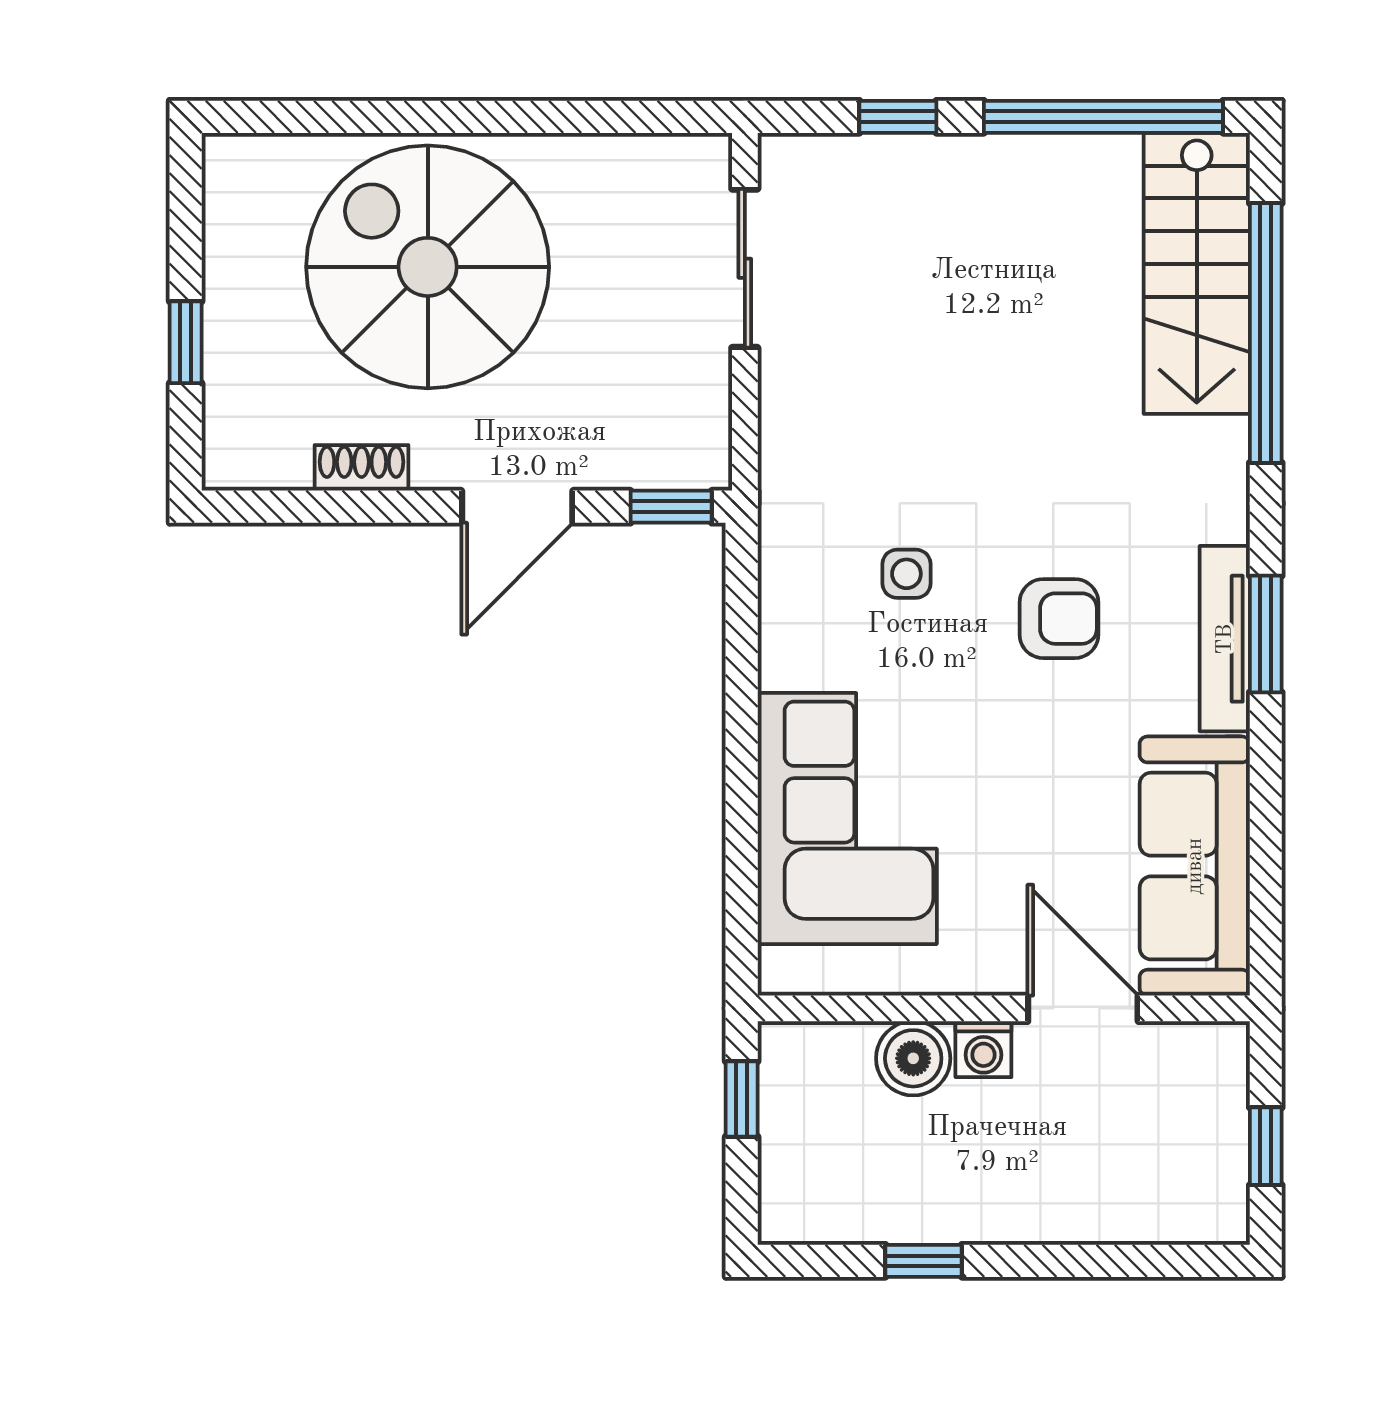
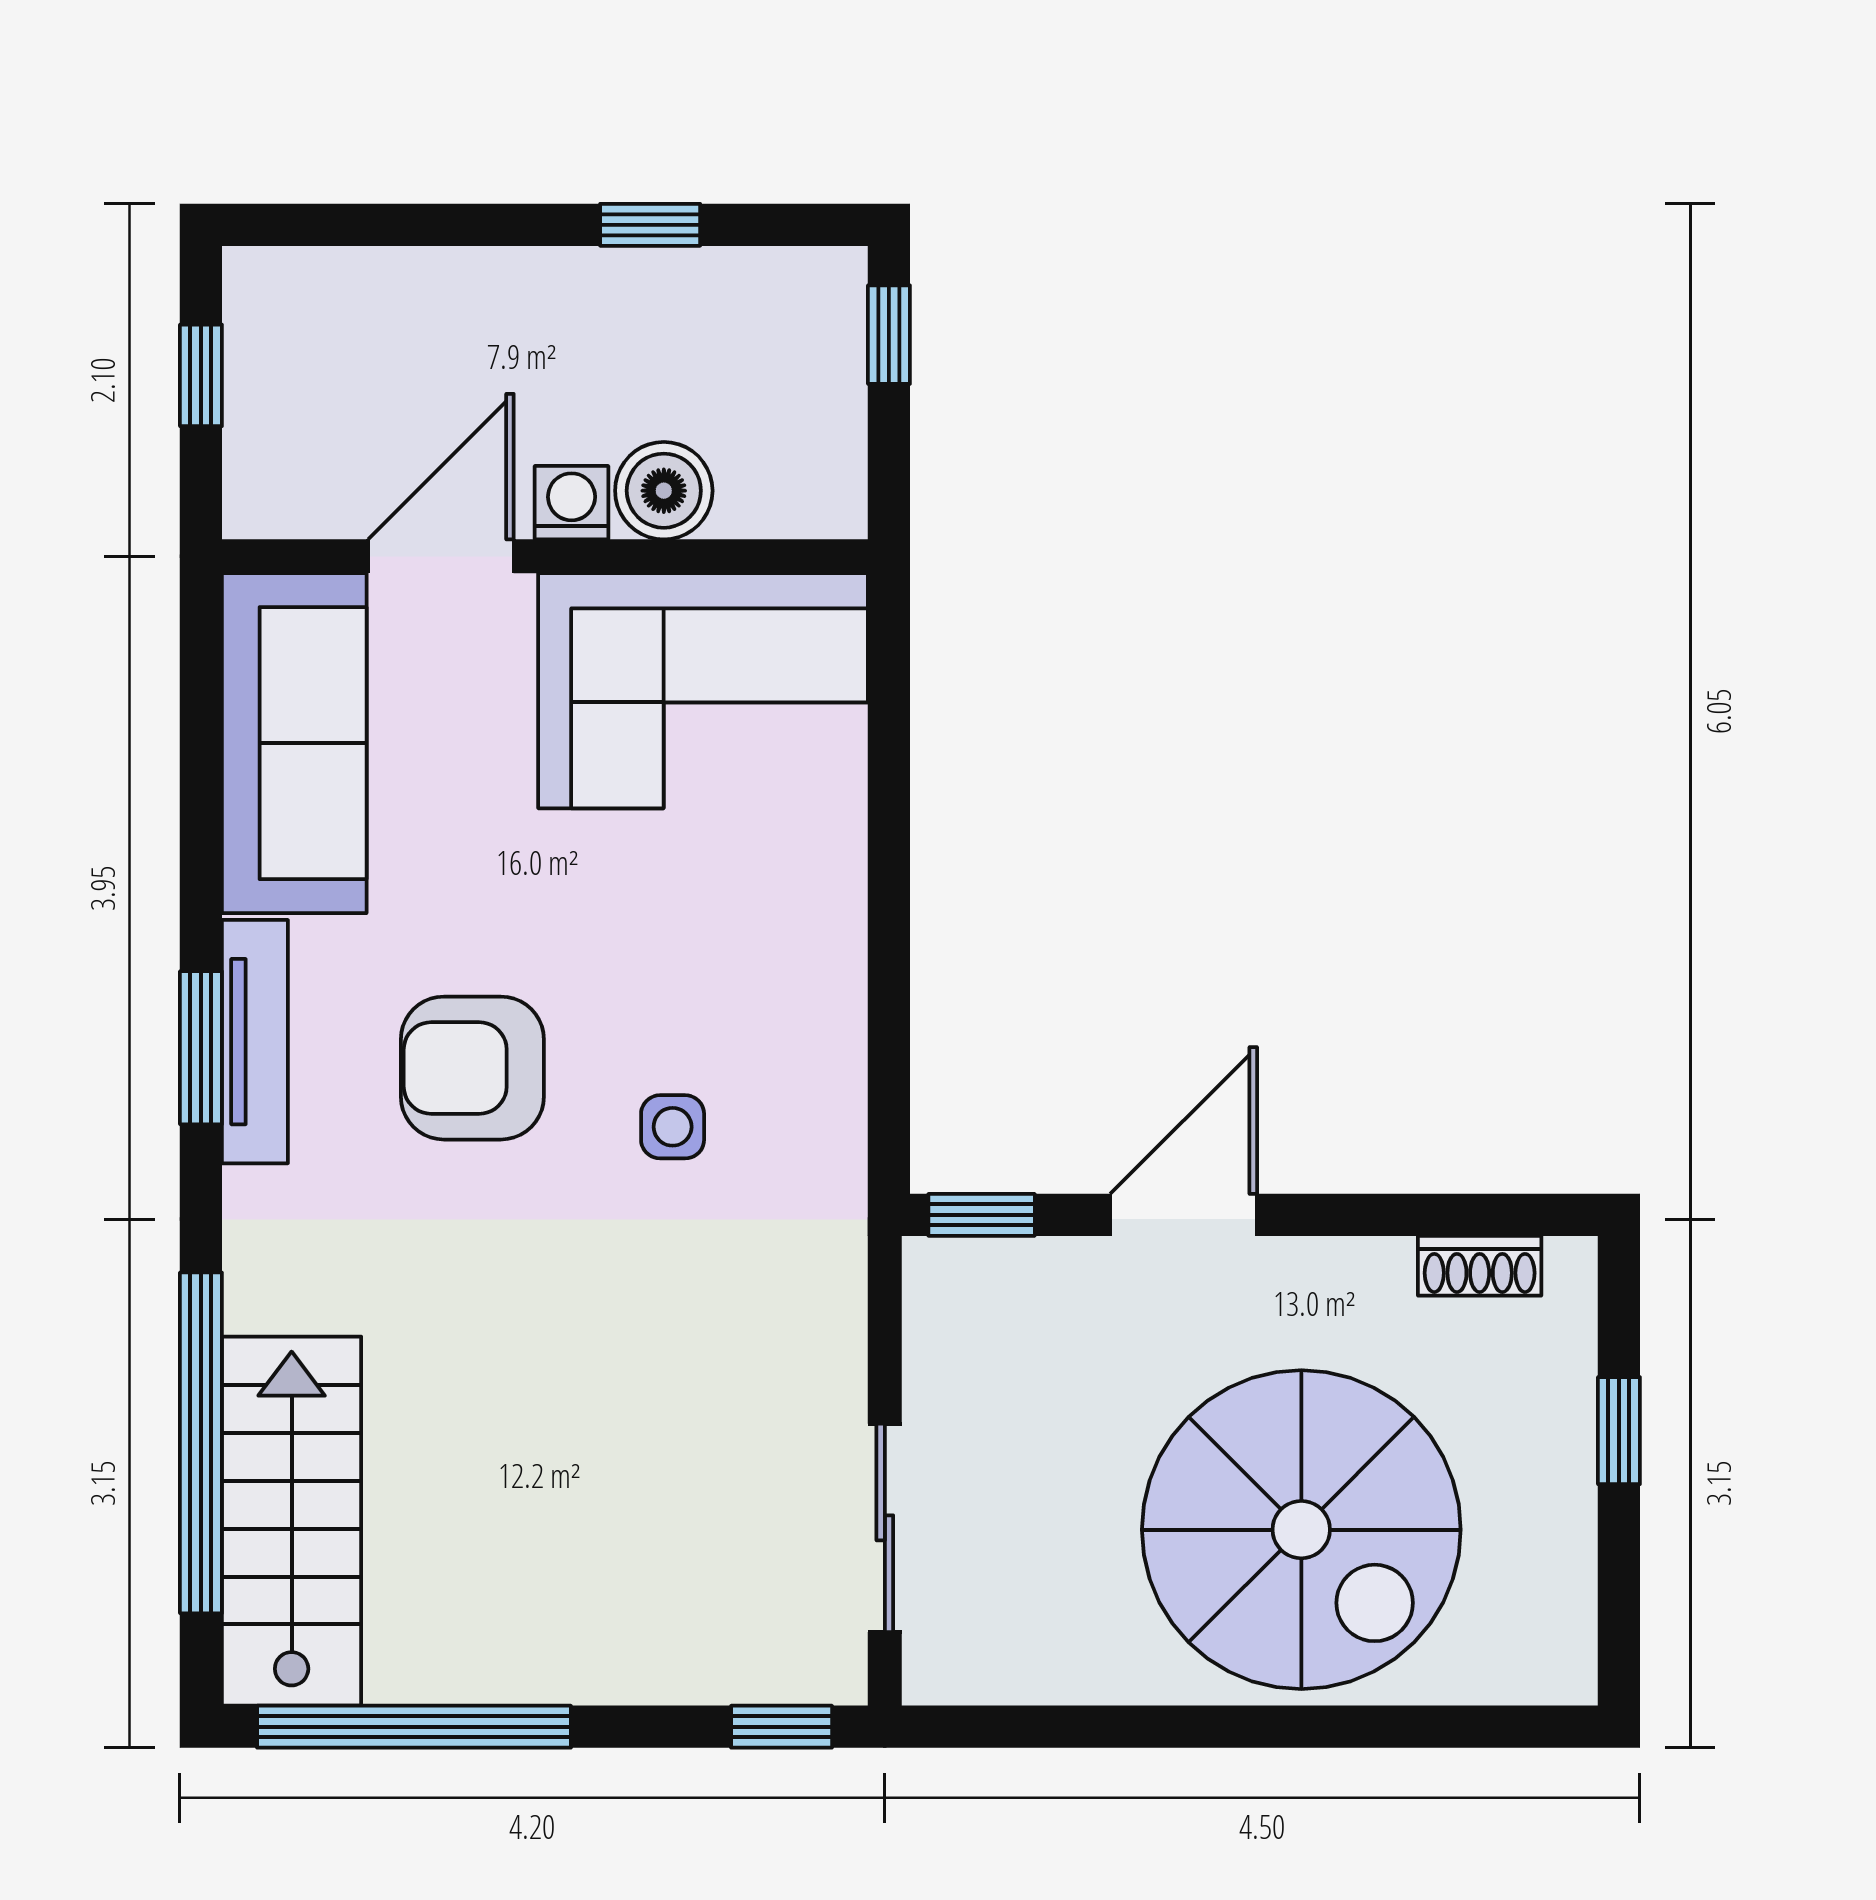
window: (898, 117) -> (782, 1727), moved
shoe rack: (362, 468) -> (1480, 1266), moved
armchair: (1059, 619) -> (472, 1068), width x1.38, depth x1.38
corner sofa: (847, 818) -> (703, 691), moved, turned -90
door: (1083, 1008) -> (441, 556), swing flipped
window: (742, 1099) -> (889, 335), moved

